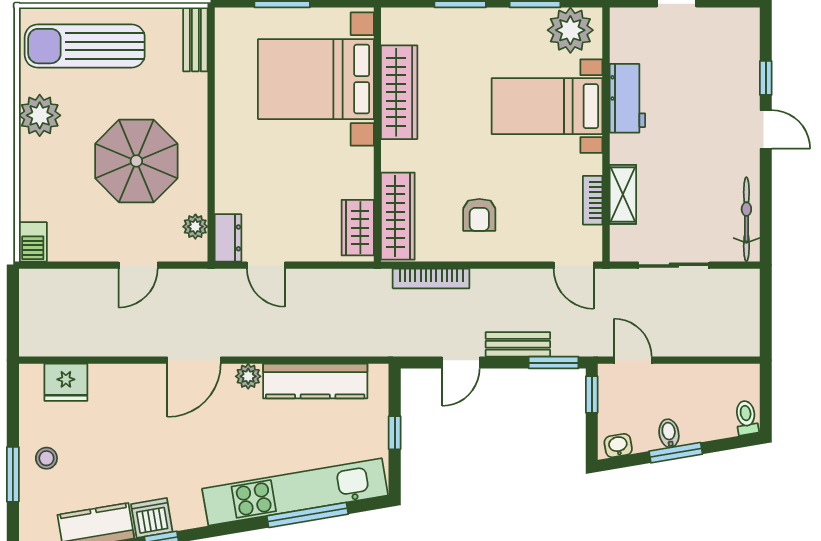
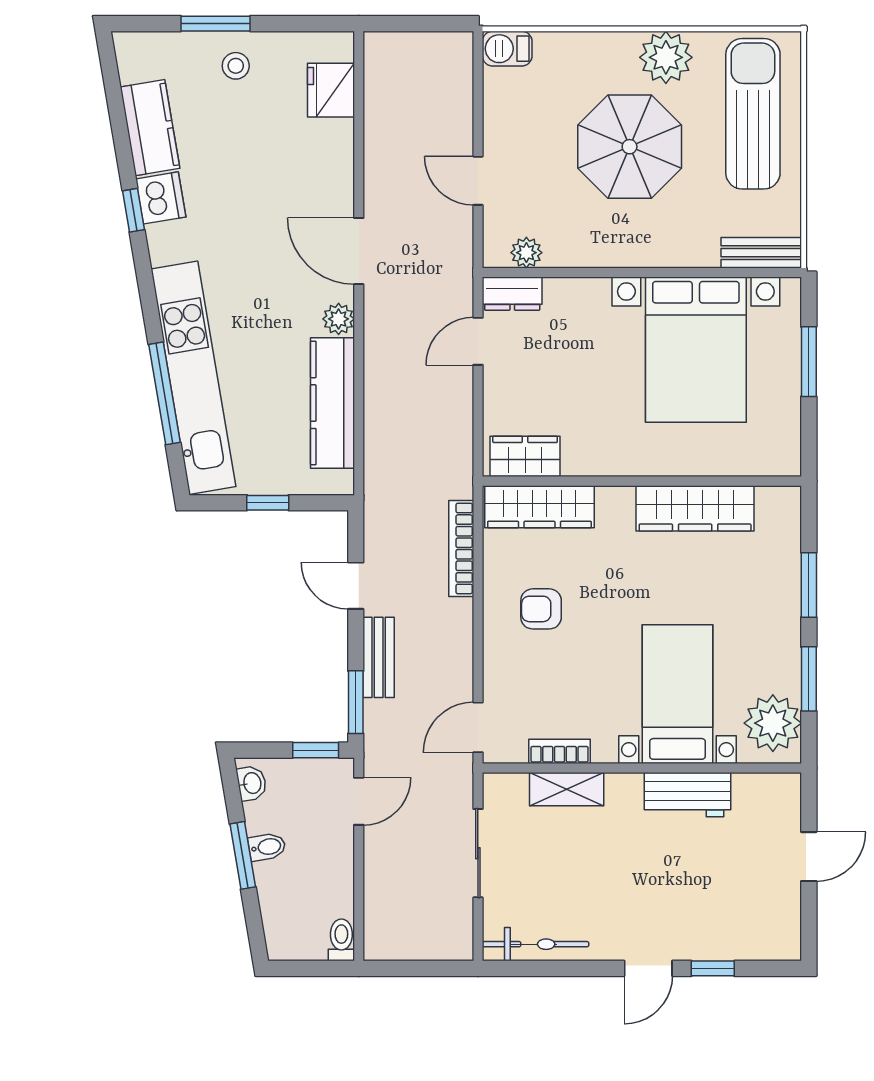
bed with nightstands: (316, 79) -> (696, 350), moved, turned 180
parasol: (136, 161) -> (630, 147), moved
toilet: (746, 418) -> (341, 940), moved, turned -80

